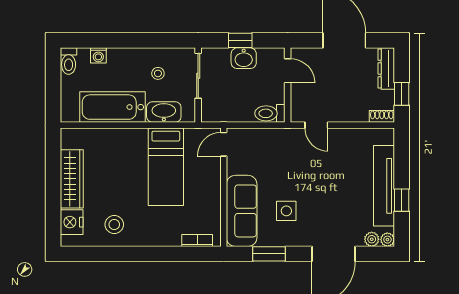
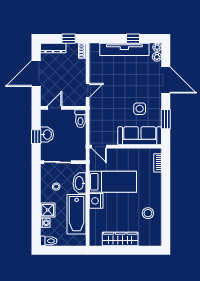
shower: (119, 59) -> (48, 210), added
nightstand: (72, 222) -> (96, 201), moved, turned 90

